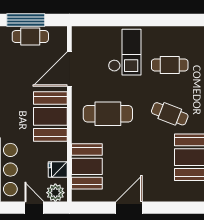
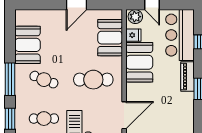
booth: (50, 116) -> (139, 62), moved

